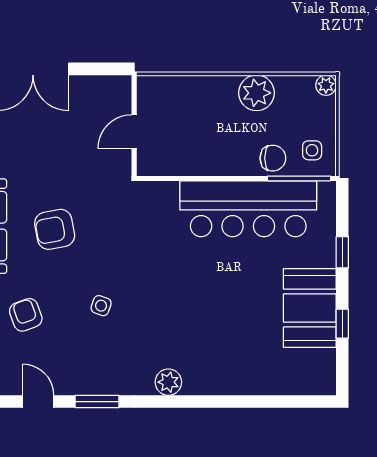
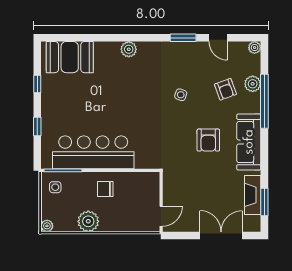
door: (134, 132) -> (161, 216), moved
chair: (273, 158) -> (105, 189), moved
armchair: (55, 229) -> (208, 140), turned 101
booth: (310, 308) -> (70, 57), moved, turned 90
plant: (168, 382) -> (129, 49), moved

